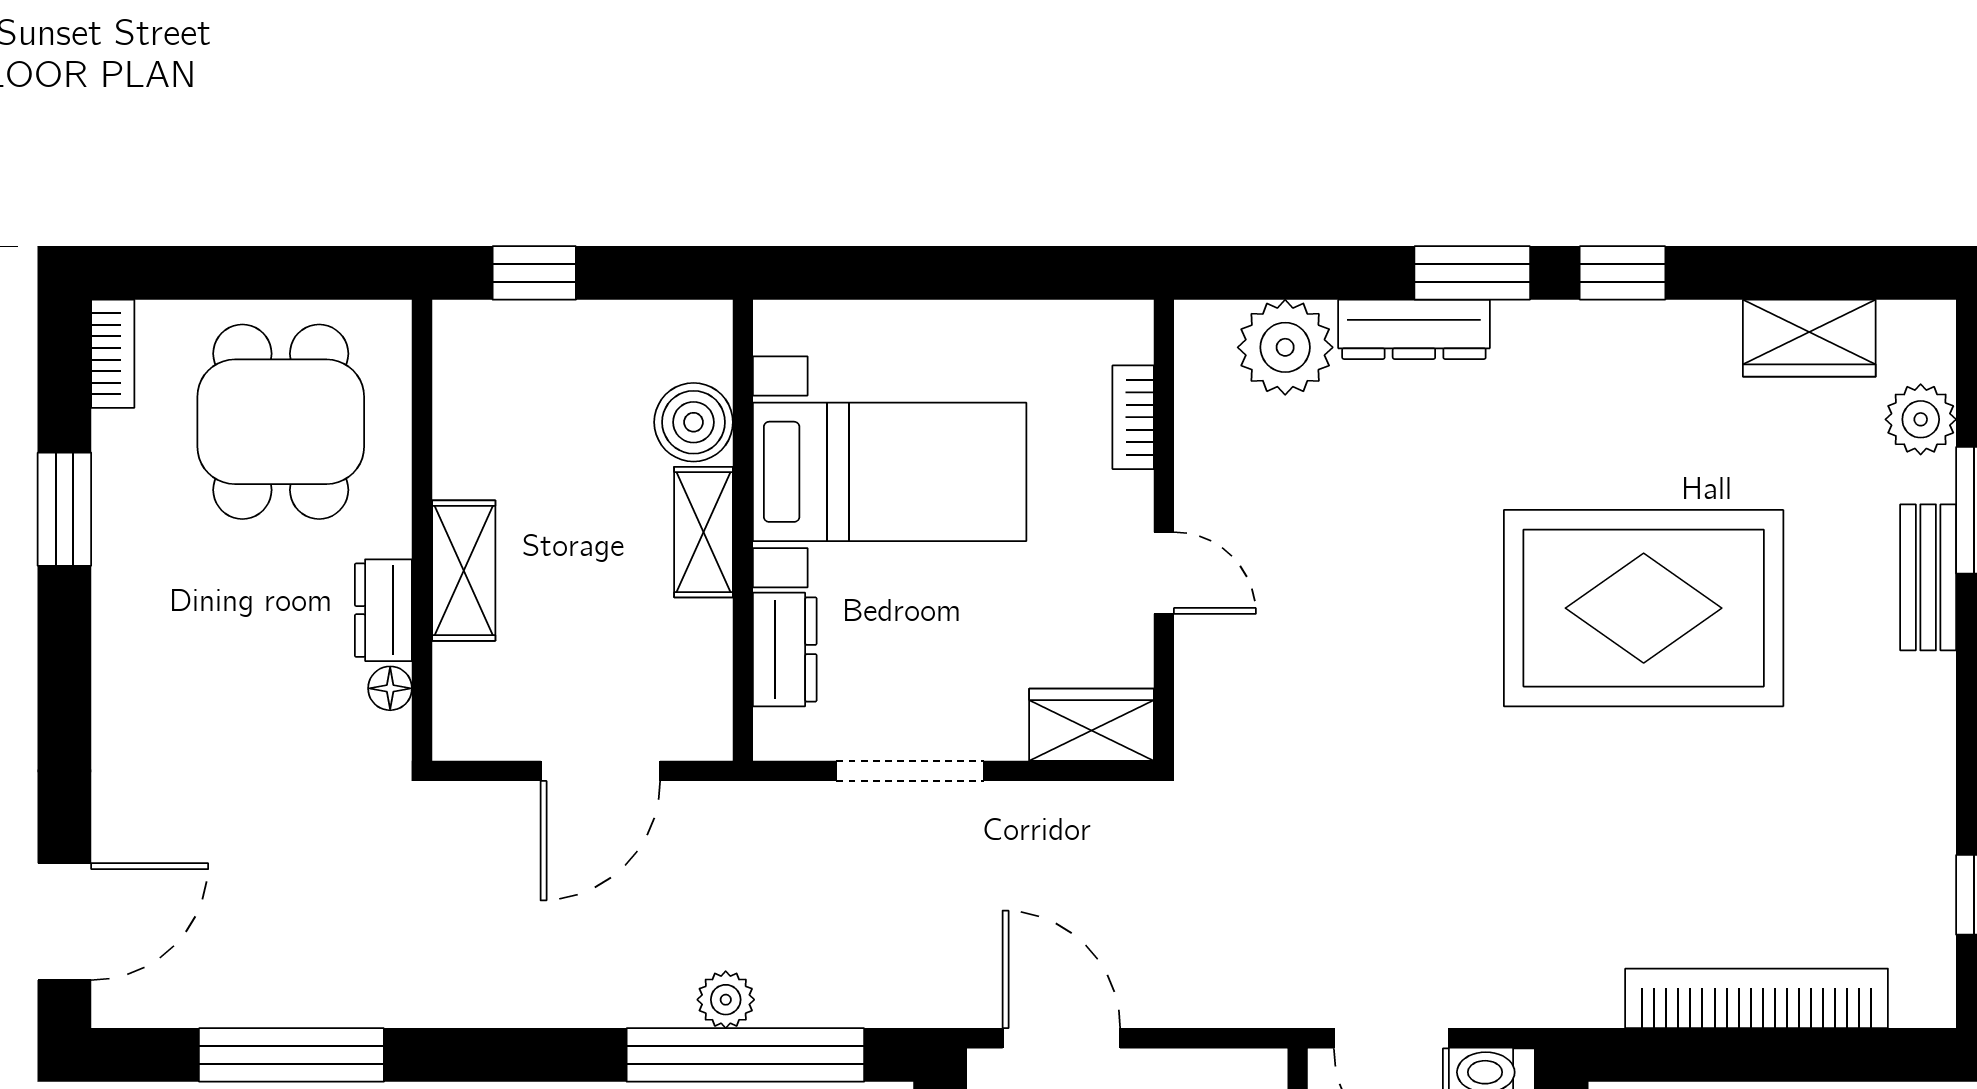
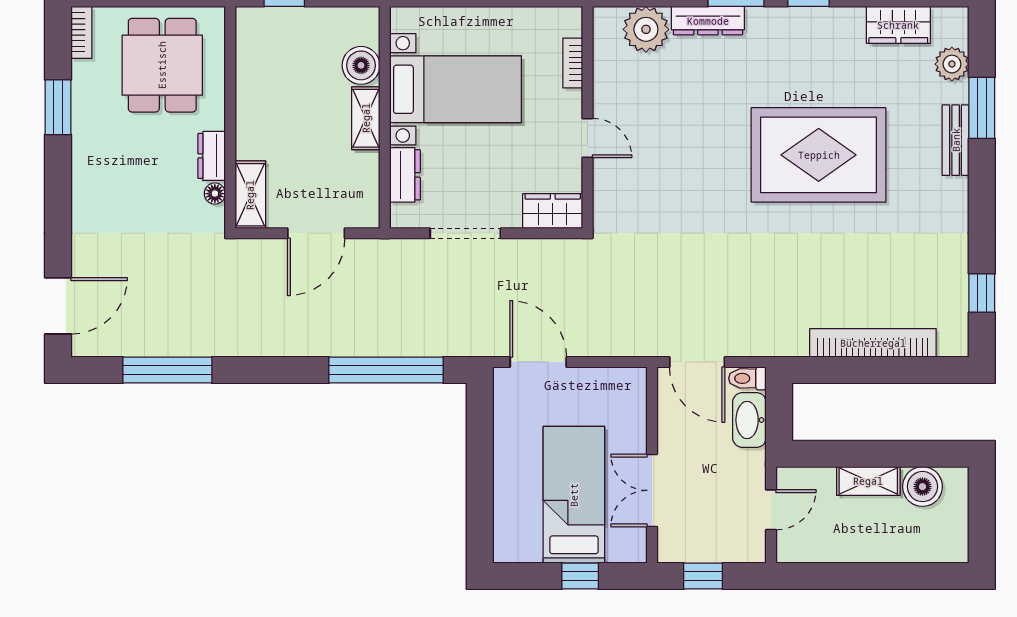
shelving: (464, 571) -> (250, 195), moved
plant: (726, 1000) -> (377, 343), removed

